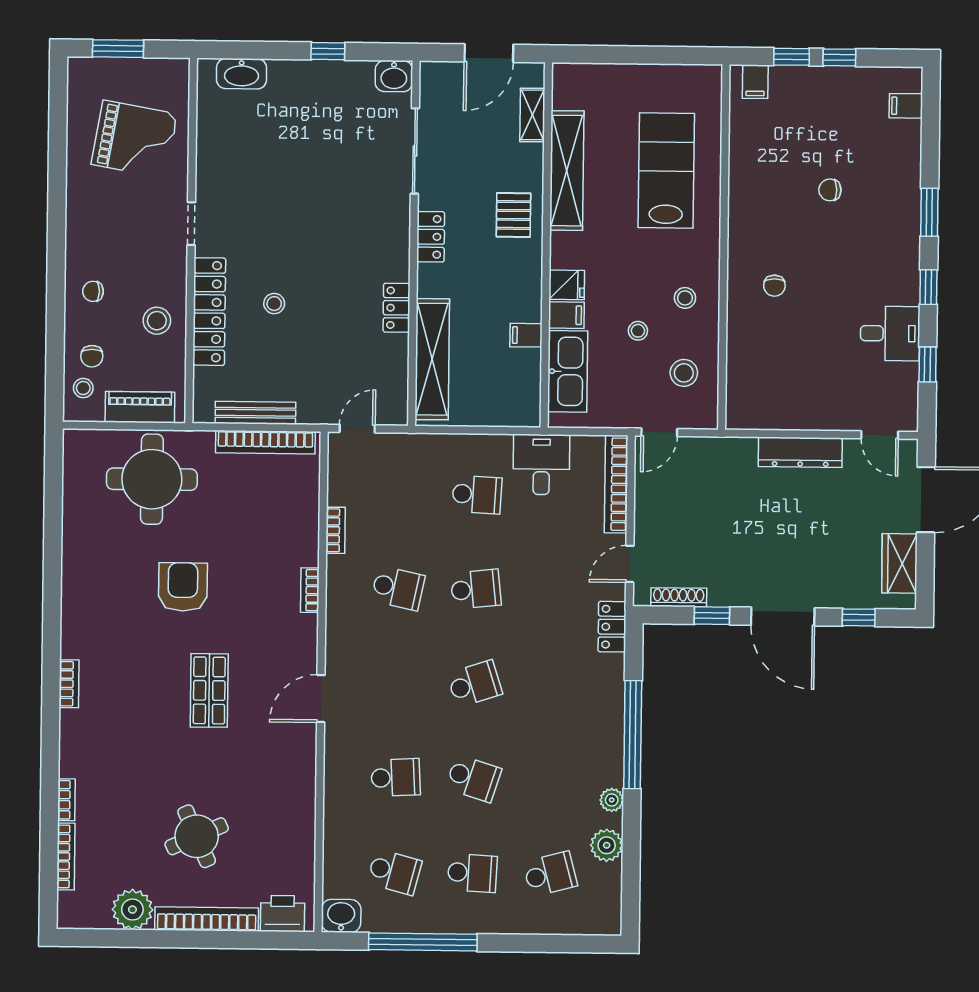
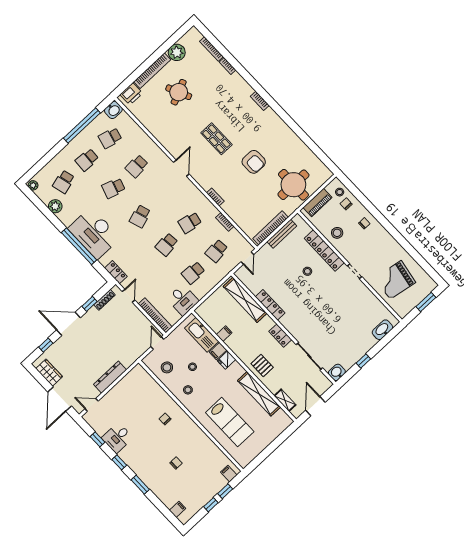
locker: (397, 308) -> (270, 305), width x1.53
school desk: (399, 494) -> (217, 251), added
desk: (584, 732) -> (94, 233), added
plant: (612, 800) -> (33, 185), moved

